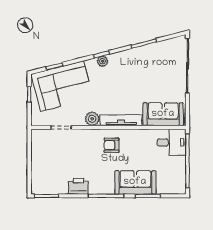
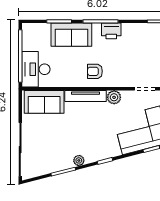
plant: (103, 61) -> (79, 160), moved
desk: (172, 142) -> (36, 69), width x1.37
armchair: (112, 145) -> (95, 71), turned 180
printer: (78, 186) -> (111, 31), moved

